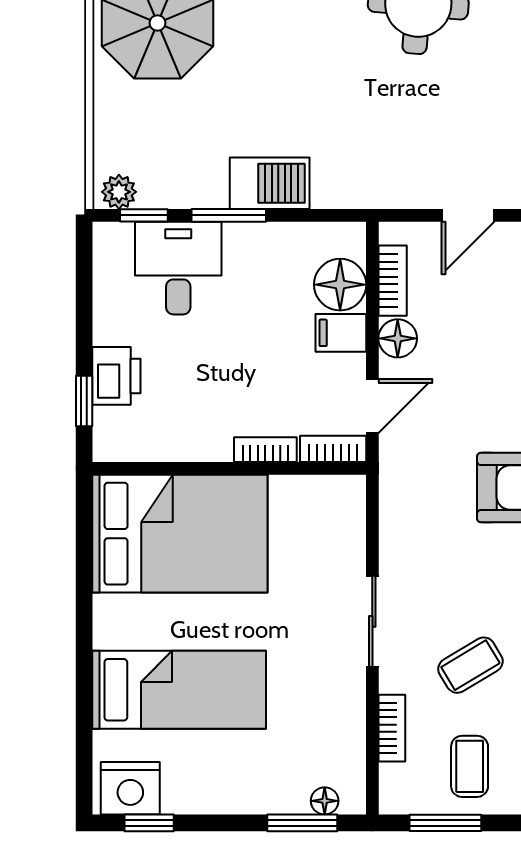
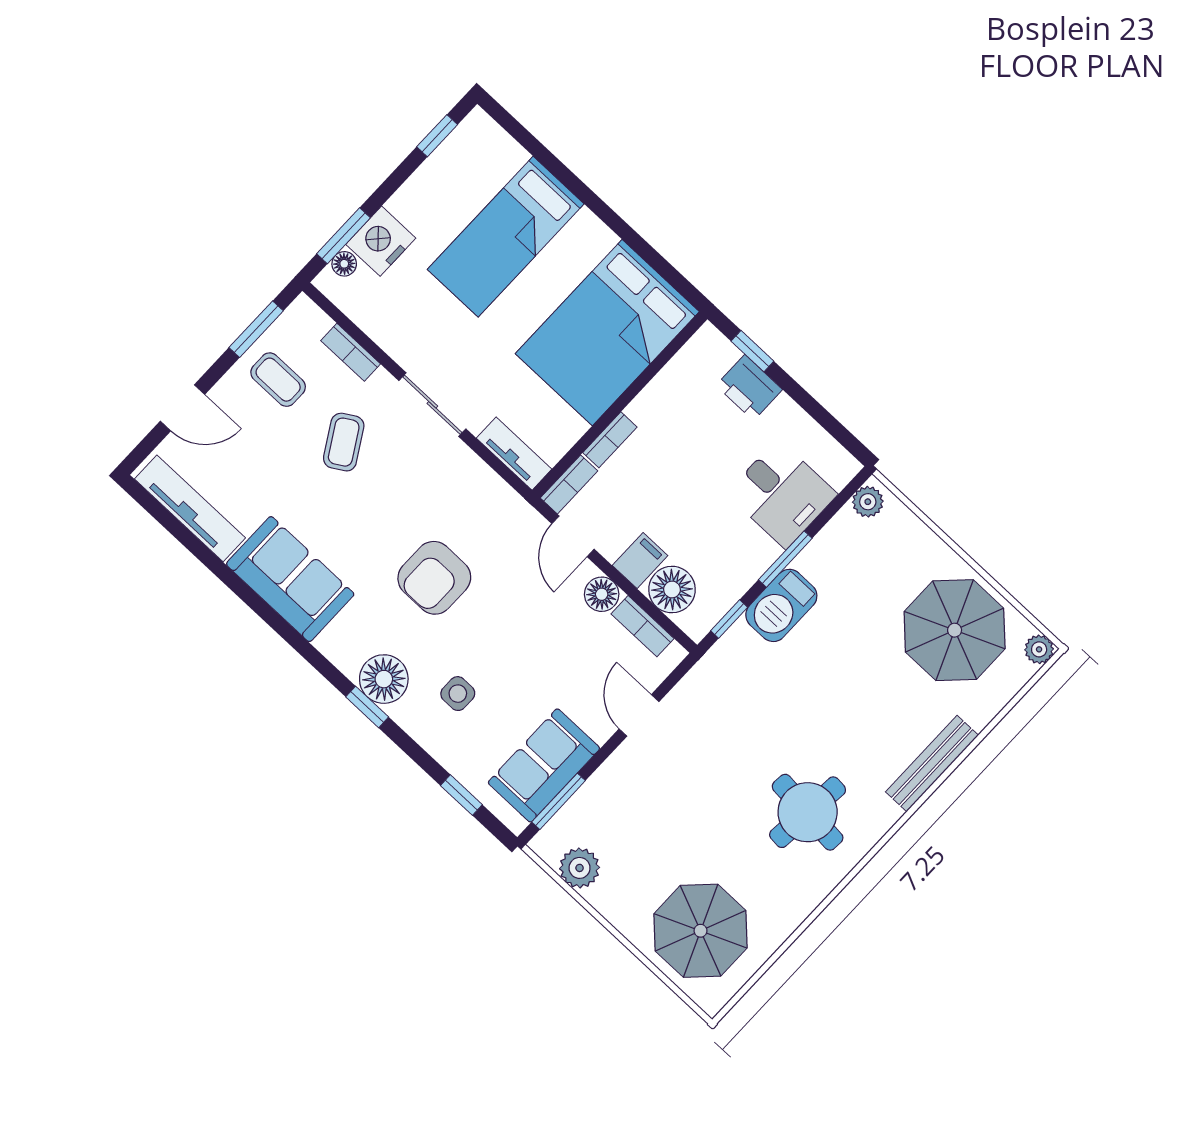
window: (144, 215) -> (729, 619), moved
tv unit: (350, 517) -> (514, 454), added
nightstand: (130, 788) -> (381, 241), moved

